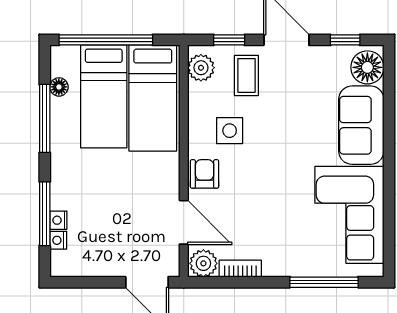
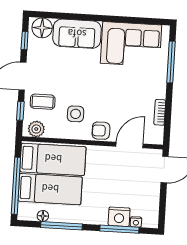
nightstand: (58, 220) -> (119, 217), width x1.89, depth x1.79
plant: (203, 263) -> (155, 135), removed

